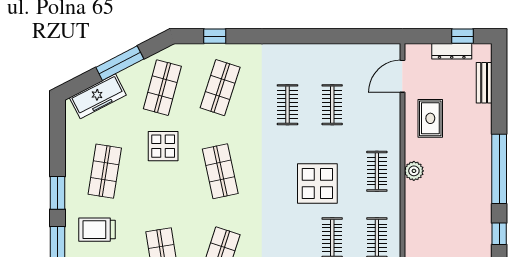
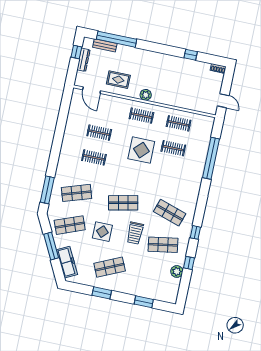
window: (215, 36) -> (47, 190), width x2.17
shop shelf: (162, 88) -> (70, 225), turned -36
shop shelf: (220, 88) -> (77, 193), turned -36
window: (499, 169) -> (117, 39), moved
shop shelf: (105, 171) -> (110, 267), turned -33
window: (57, 193) -> (102, 293), moved
trolley: (97, 230) -> (135, 233), moved

